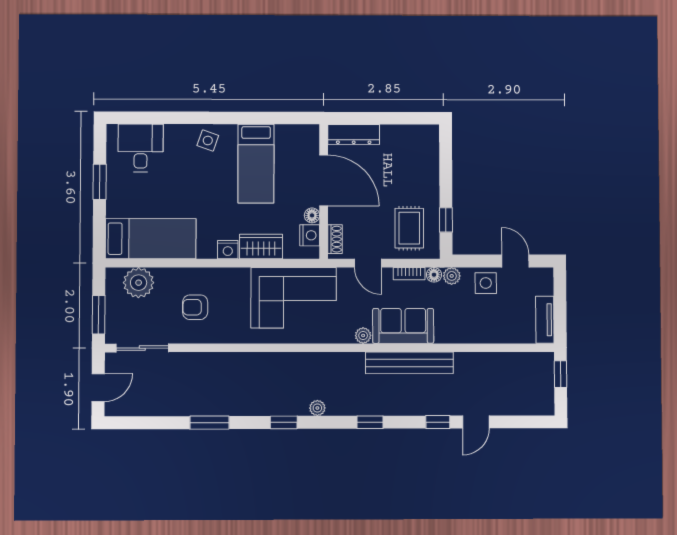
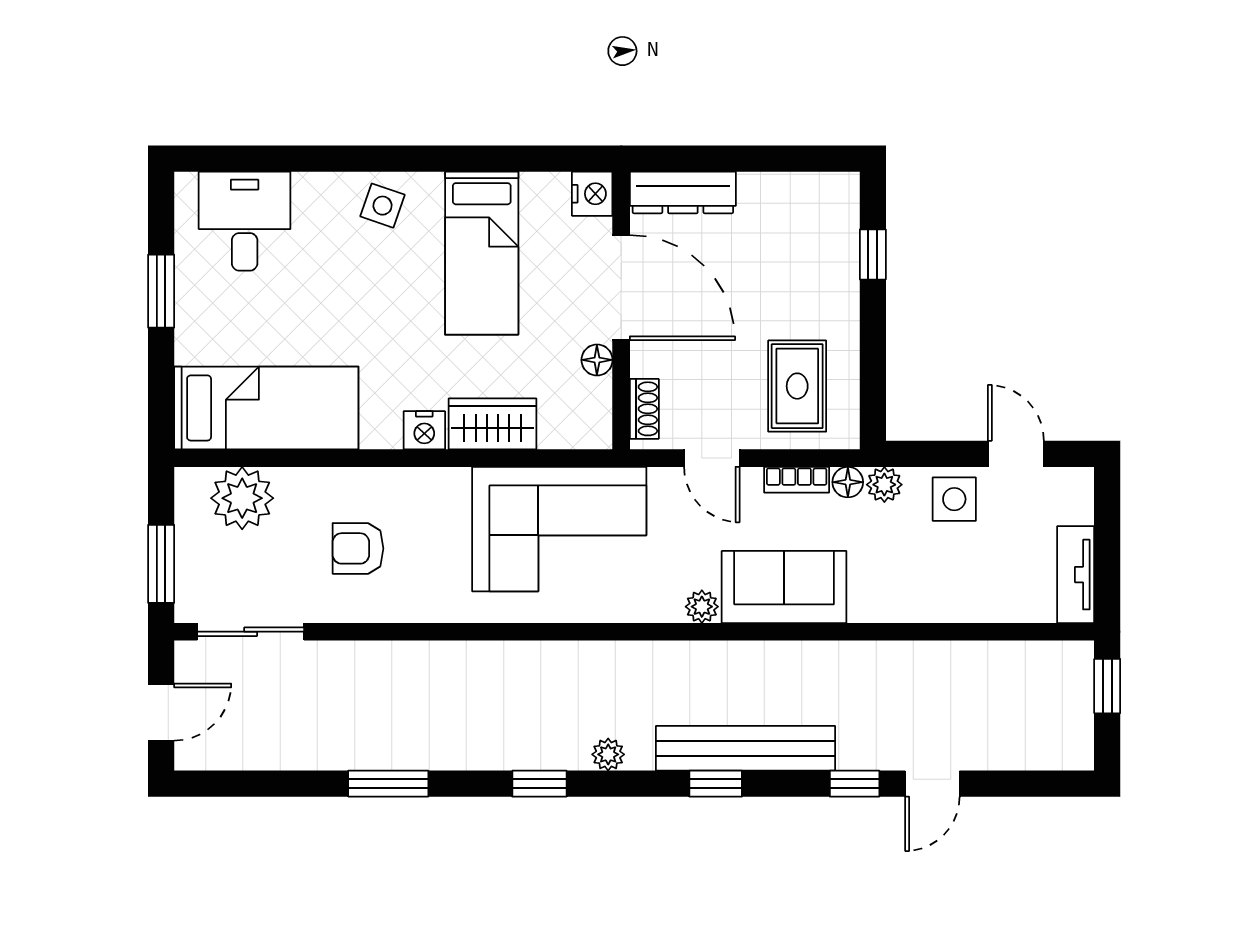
window: (446, 220) -> (873, 254), moved
nightstand: (310, 235) -> (592, 194), moved
bench: (409, 363) -> (745, 748), moved

